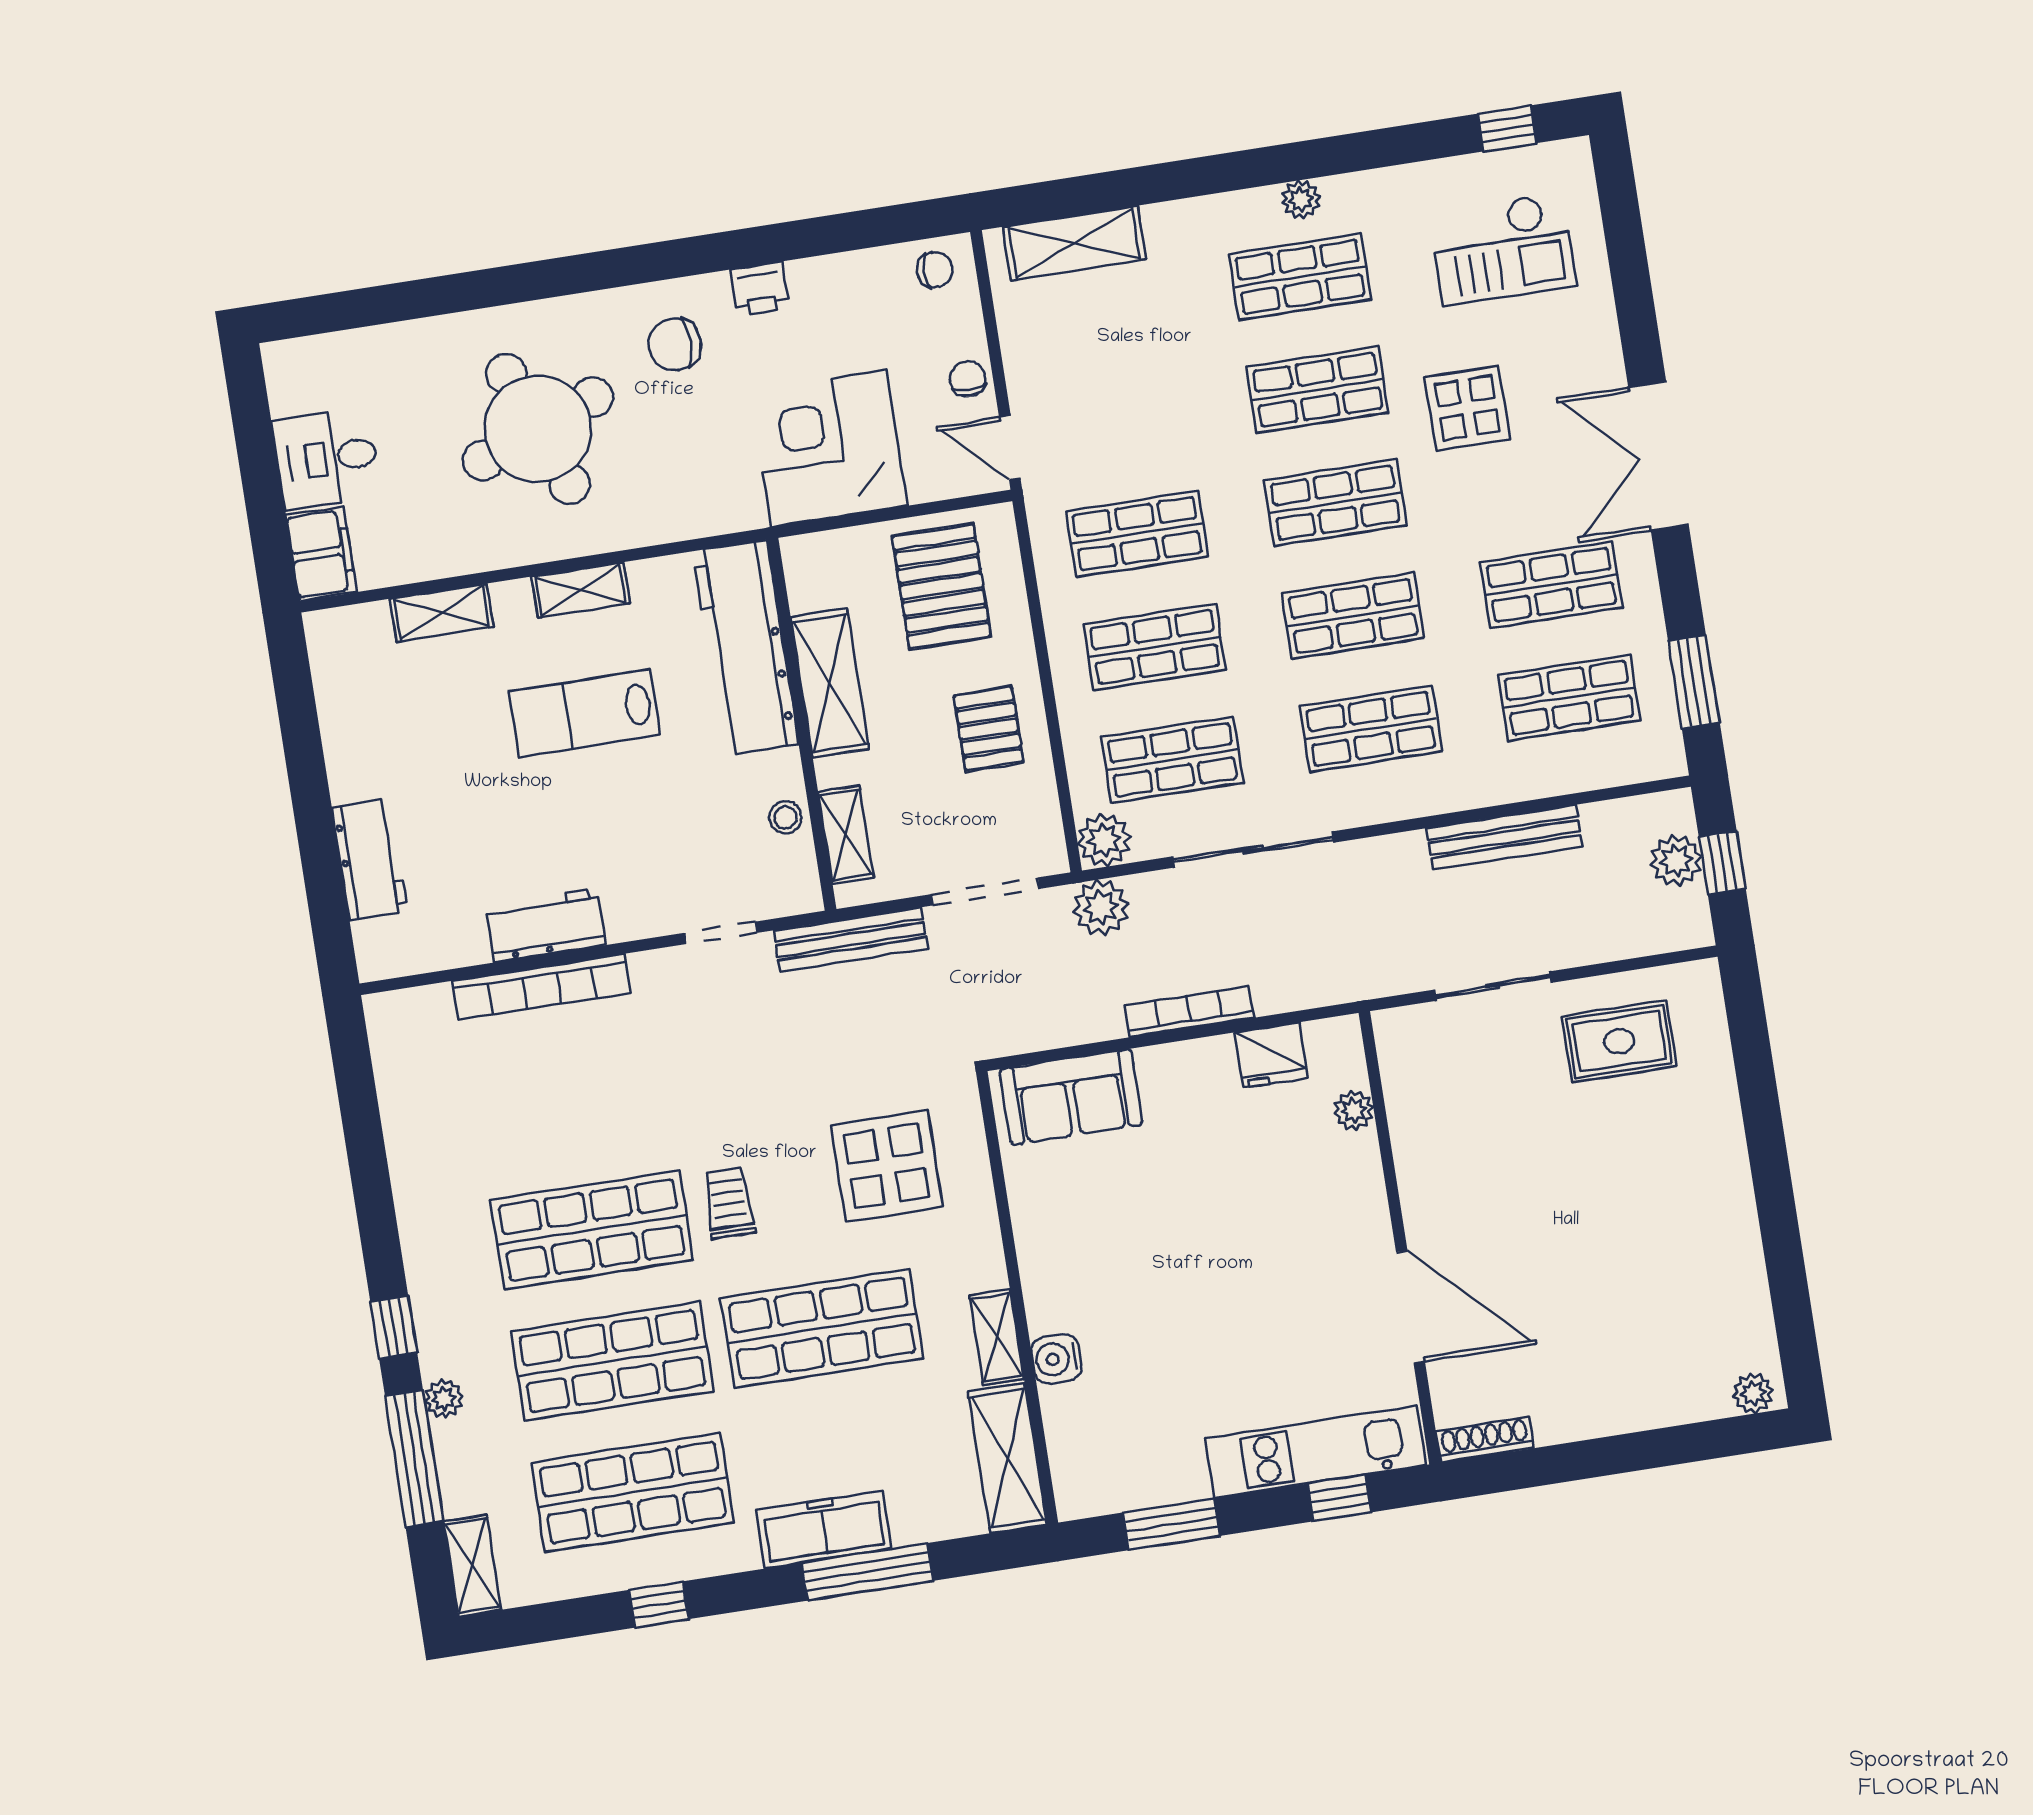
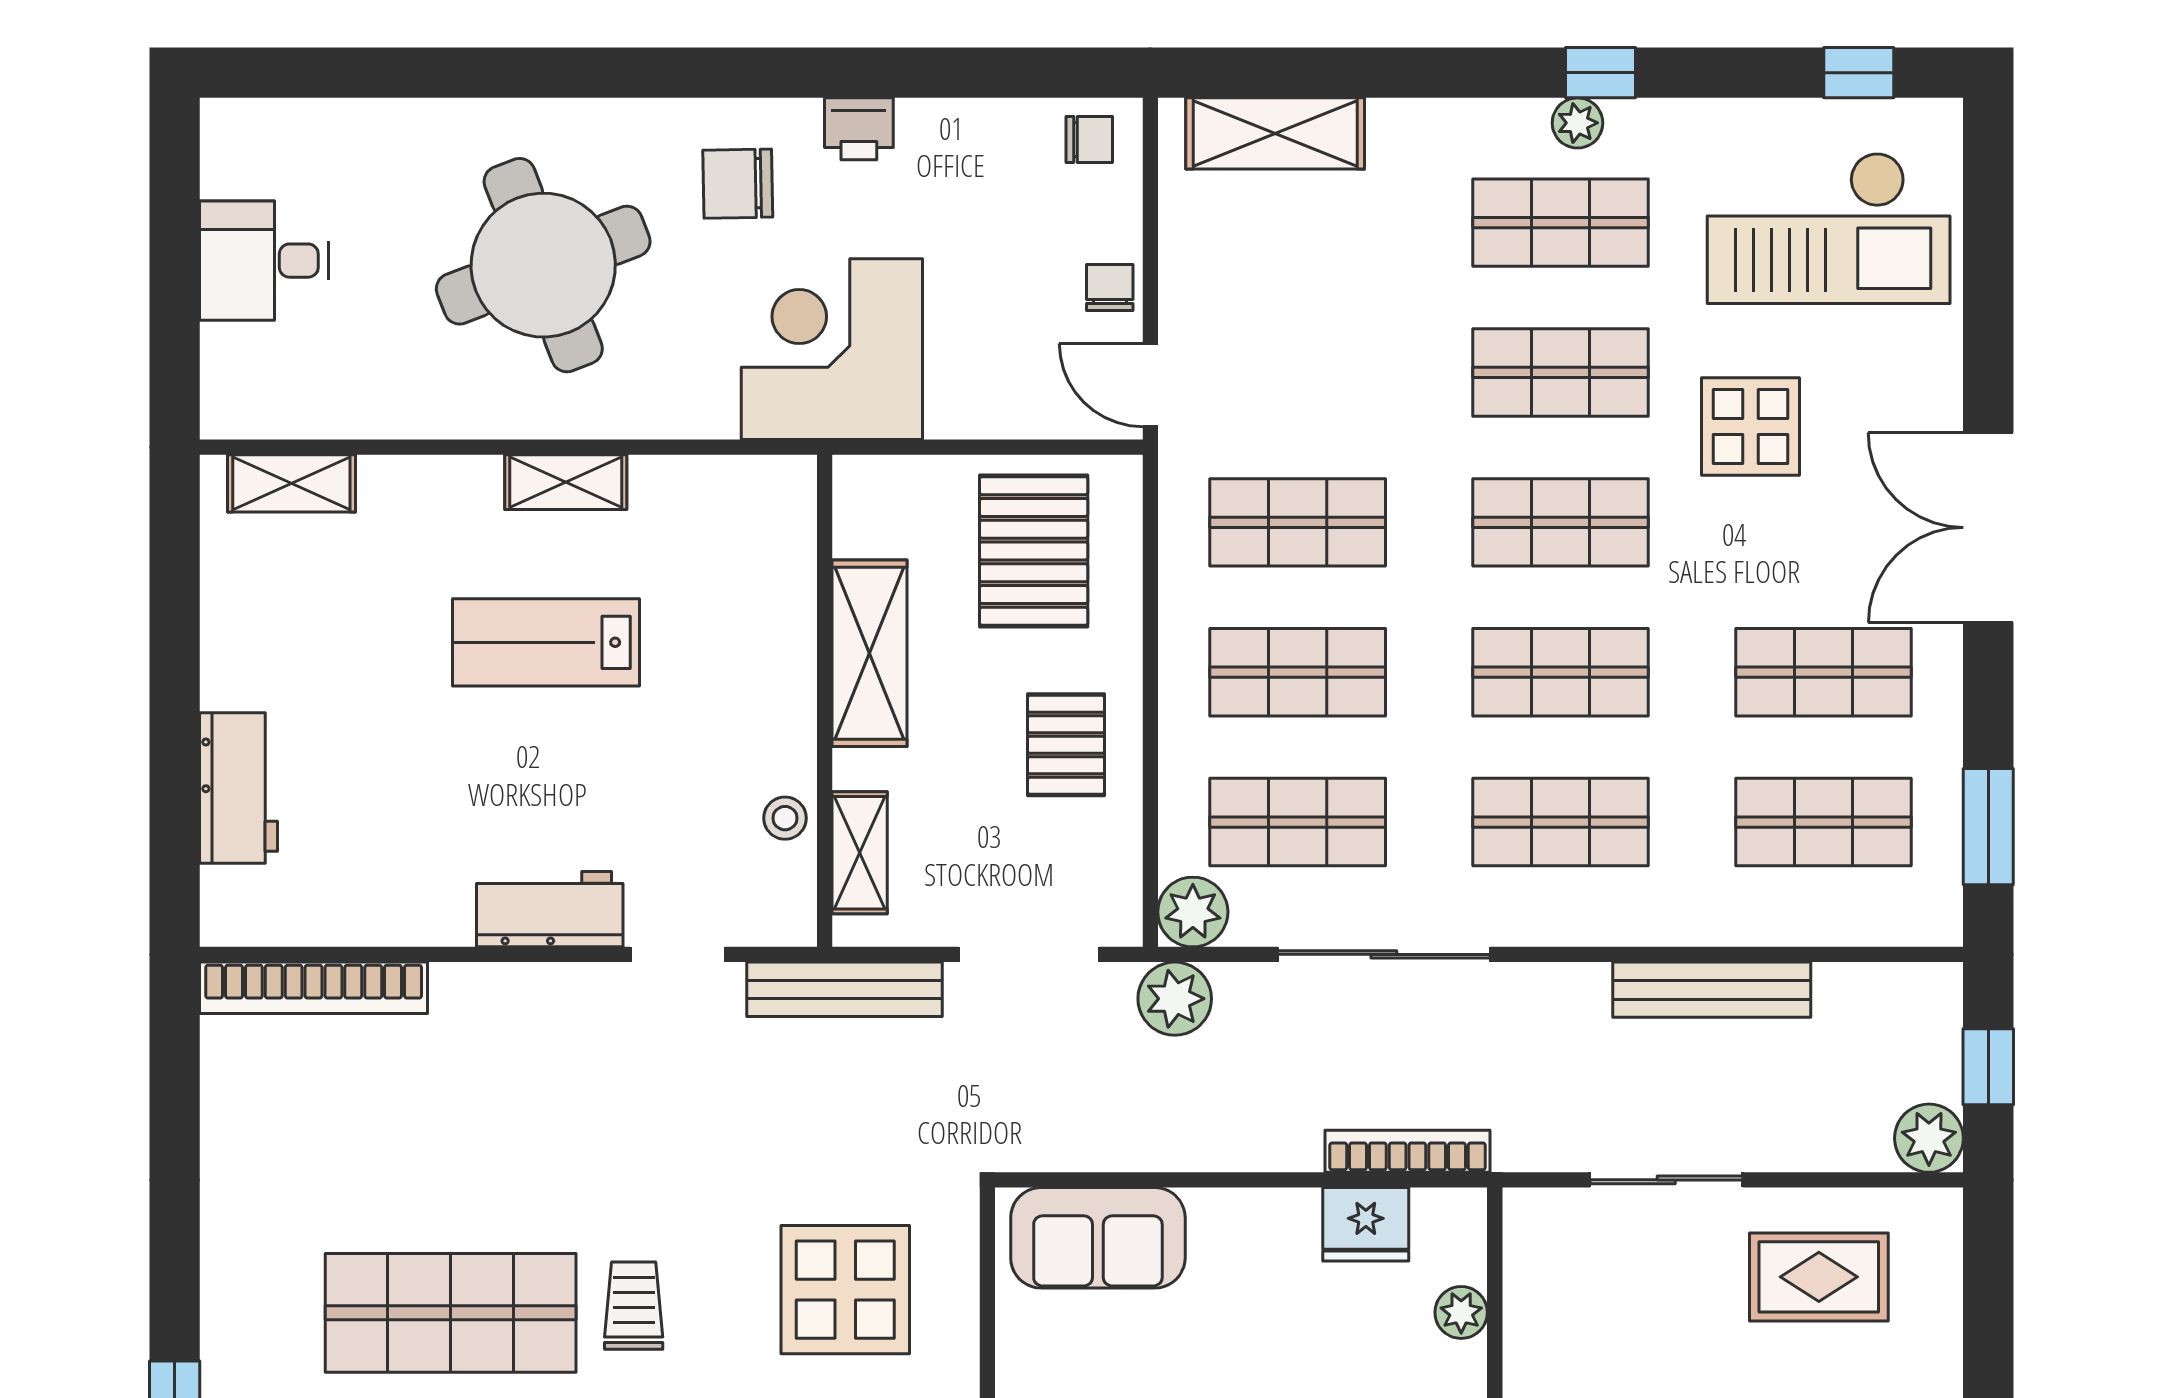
window: (1312, 159) -> (1601, 73), added
checkout: (1503, 249) -> (1829, 228), width x1.36, depth x1.21
corner desk: (829, 448) -> (832, 349), moved
filing cabinet: (321, 554) -> (238, 382), removed
shelving: (442, 613) -> (291, 483), moved
workbench: (746, 648) -> (768, 590), removed
plant: (1676, 861) -> (1929, 1138), moved
workbench: (546, 925) -> (550, 909), moved
bookcase: (541, 987) -> (314, 988), moved
bookcase: (1189, 1012) -> (1408, 1151), moved

